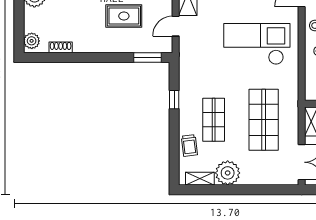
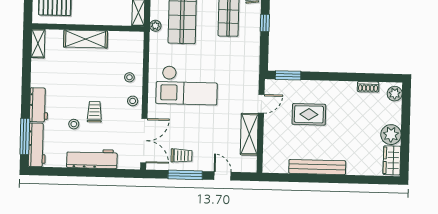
window: (174, 100) -> (265, 23), moved
plant: (292, 108) -> (155, 26), added

